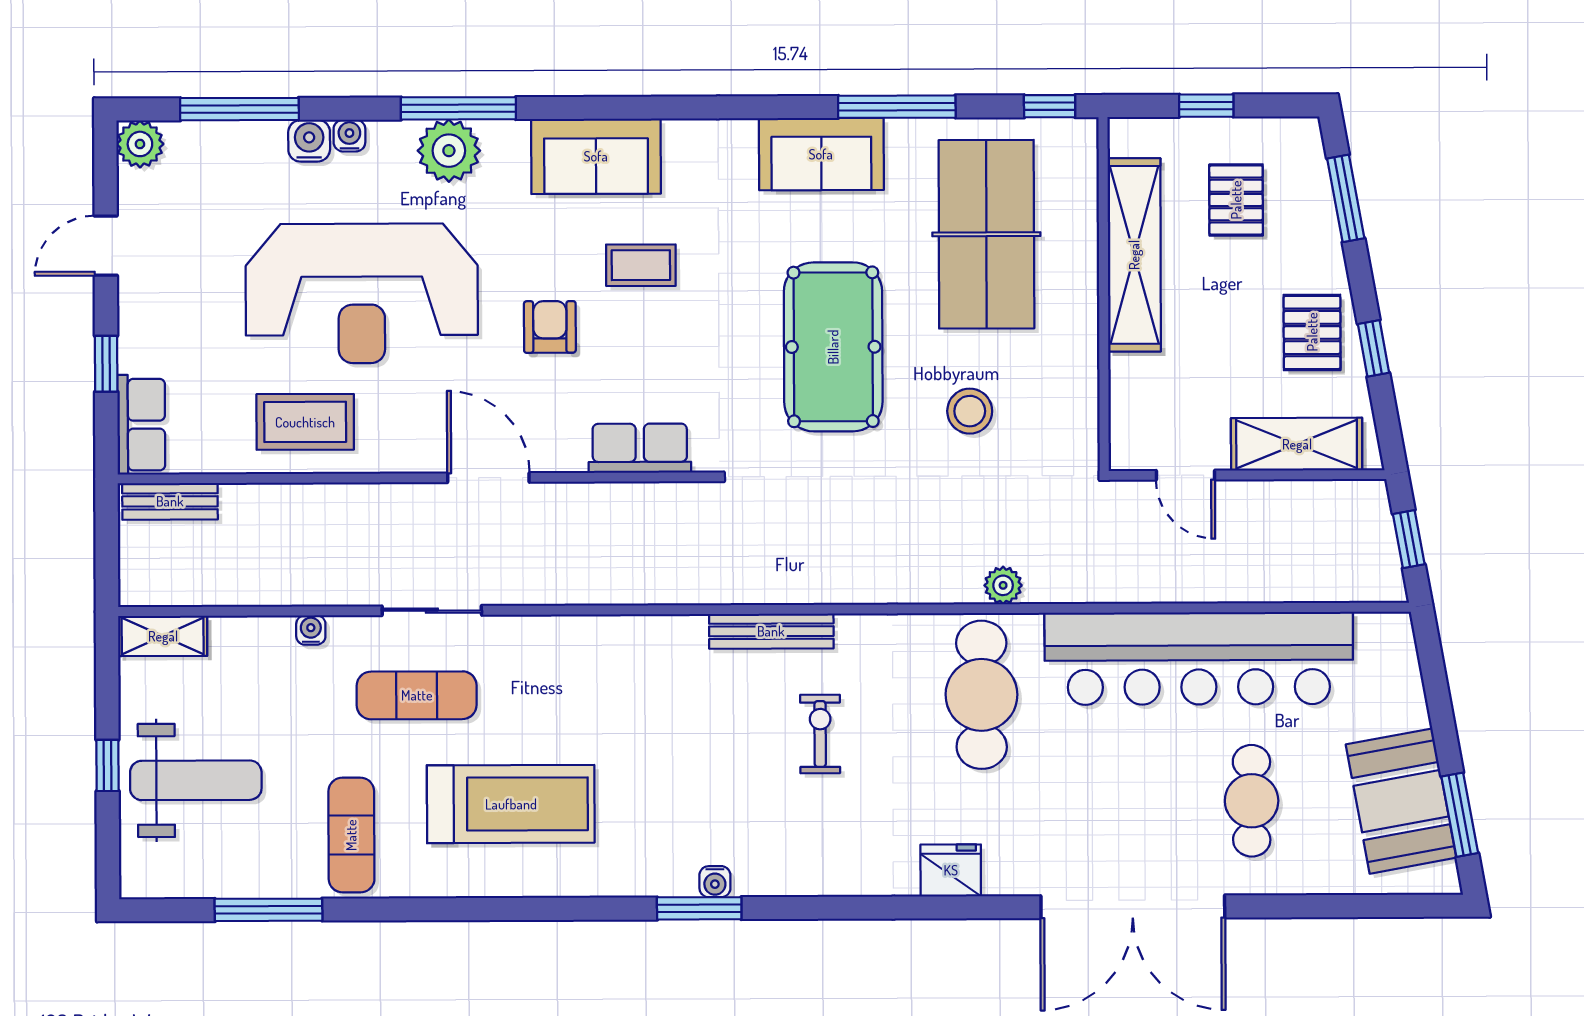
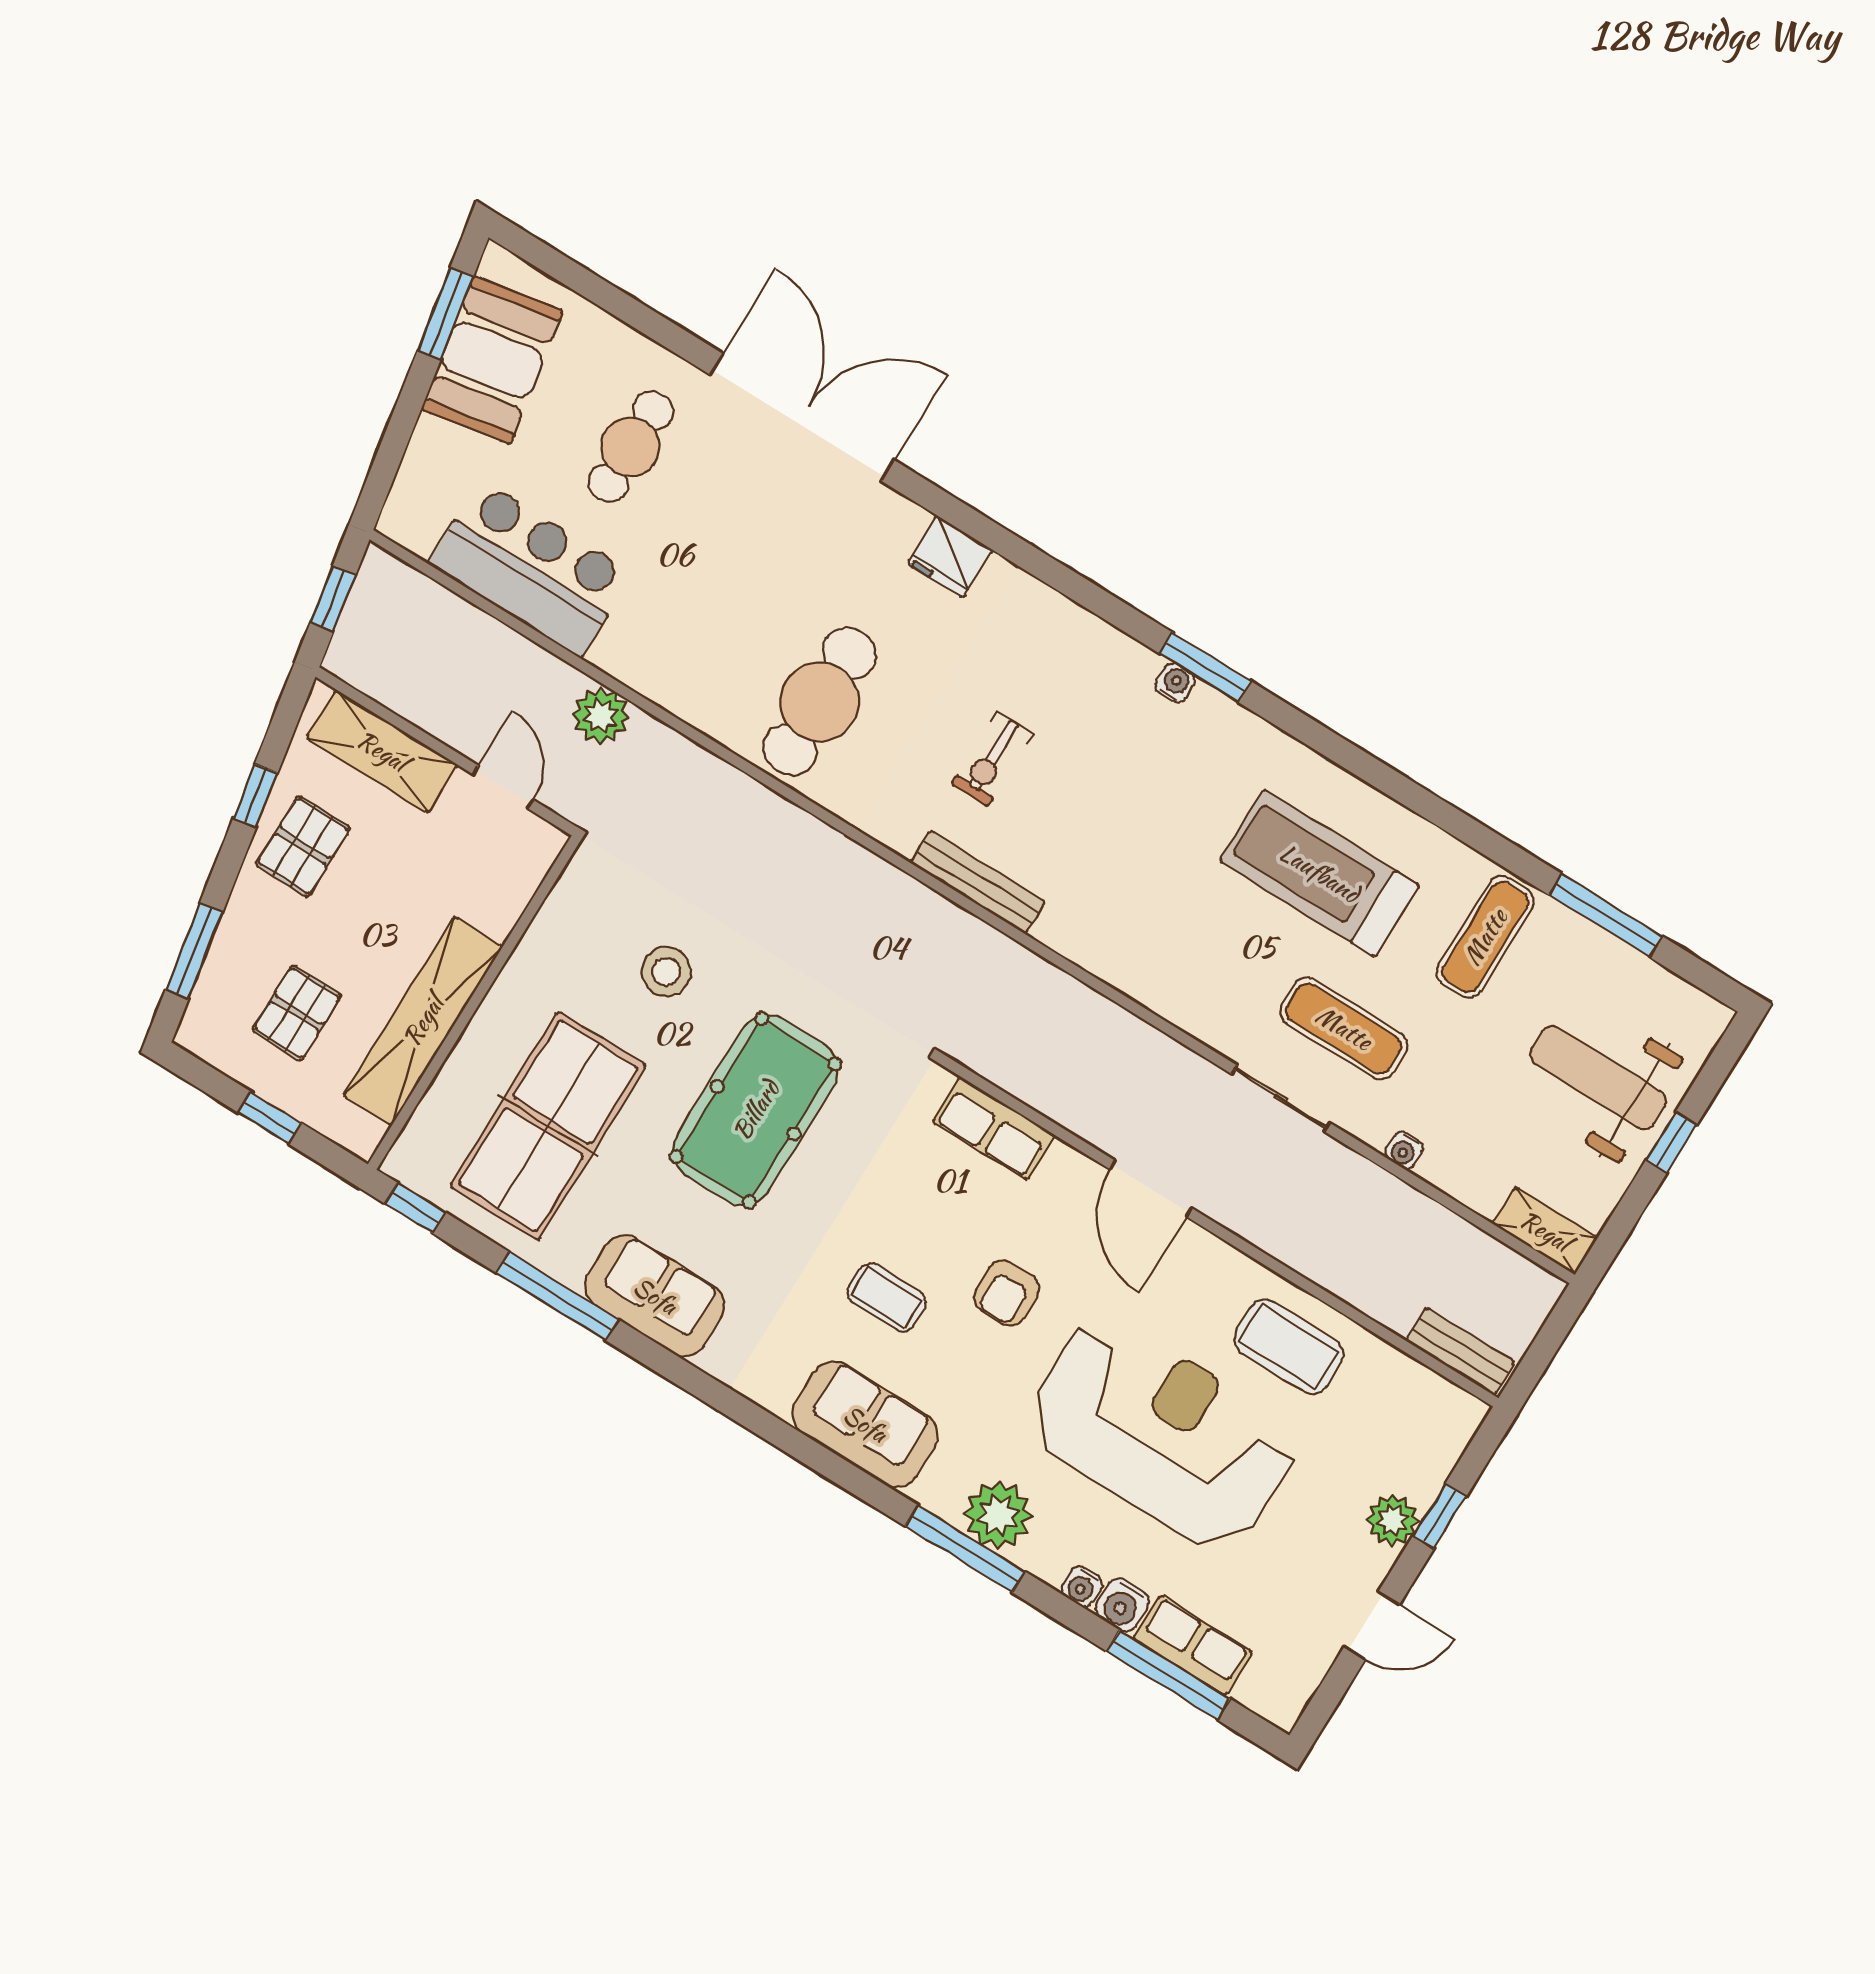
plant: (140, 144) -> (1393, 1520), moved
row of seats: (141, 425) -> (1193, 1645), moved, turned 90
plant: (1003, 585) -> (601, 716), moved, width x1.38, depth x1.38
bar counter: (1199, 658) -> (531, 568), width x0.54

